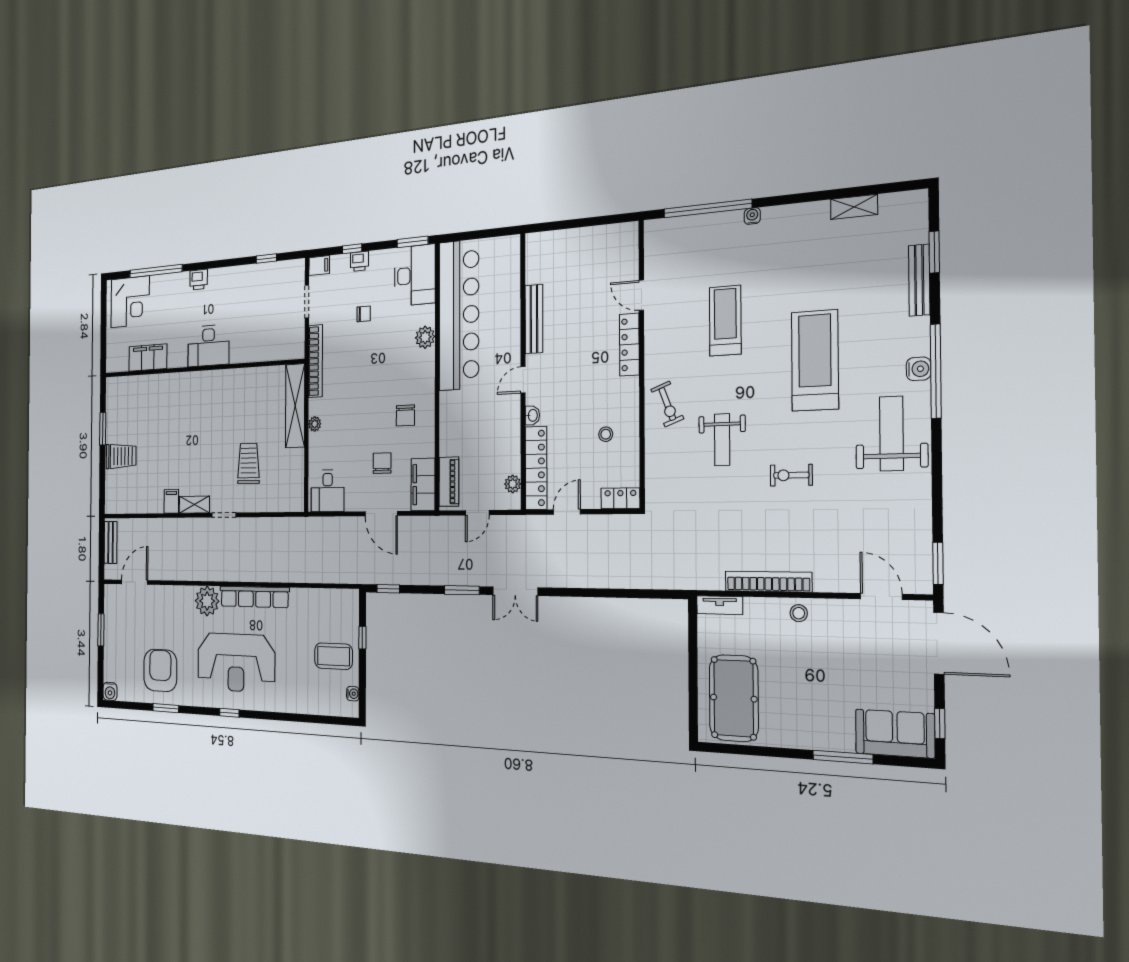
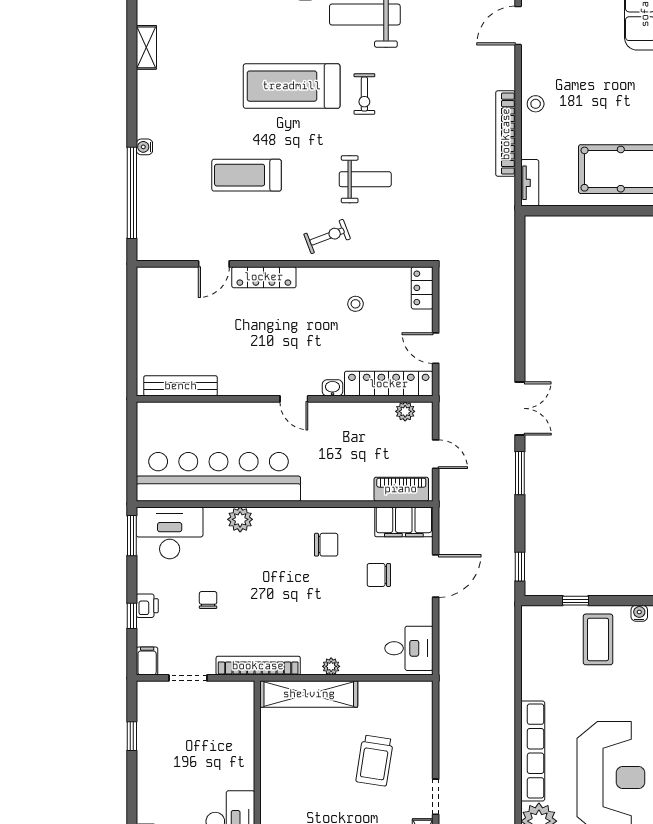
bench: (534, 319) -> (181, 386), moved
trolley: (249, 463) -> (375, 761), turned -81
exercise bike: (791, 475) -> (364, 94), moved

